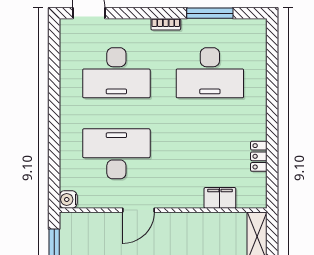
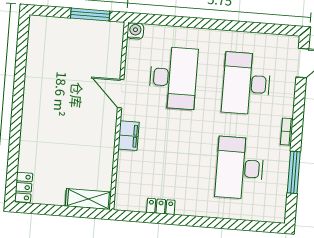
filing cabinet: (220, 198) -> (129, 136), moved

